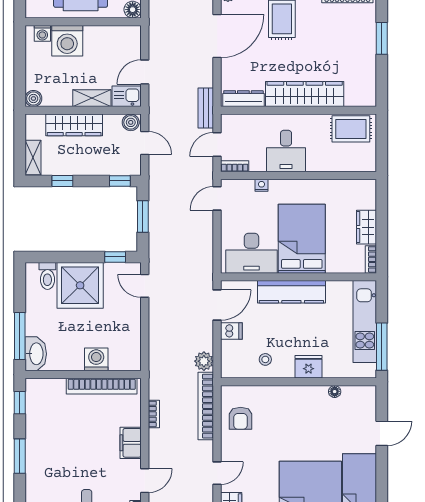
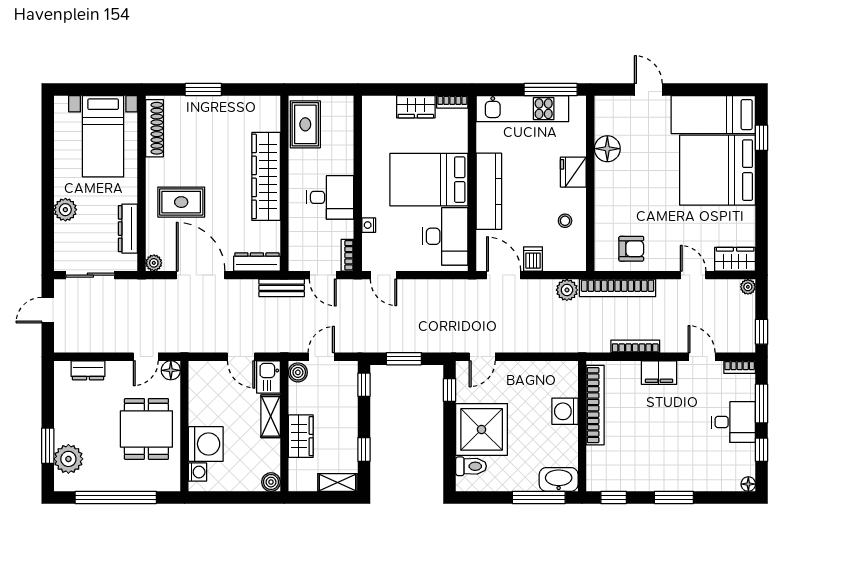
dresser: (243, 99) -> (257, 262), moved, turned 90
wardrobe: (74, 125) -> (301, 436), width x0.67
floor lamp: (335, 392) -> (607, 149), width x1.89, depth x1.89
bookcase: (154, 414) -> (635, 346), width x1.56

